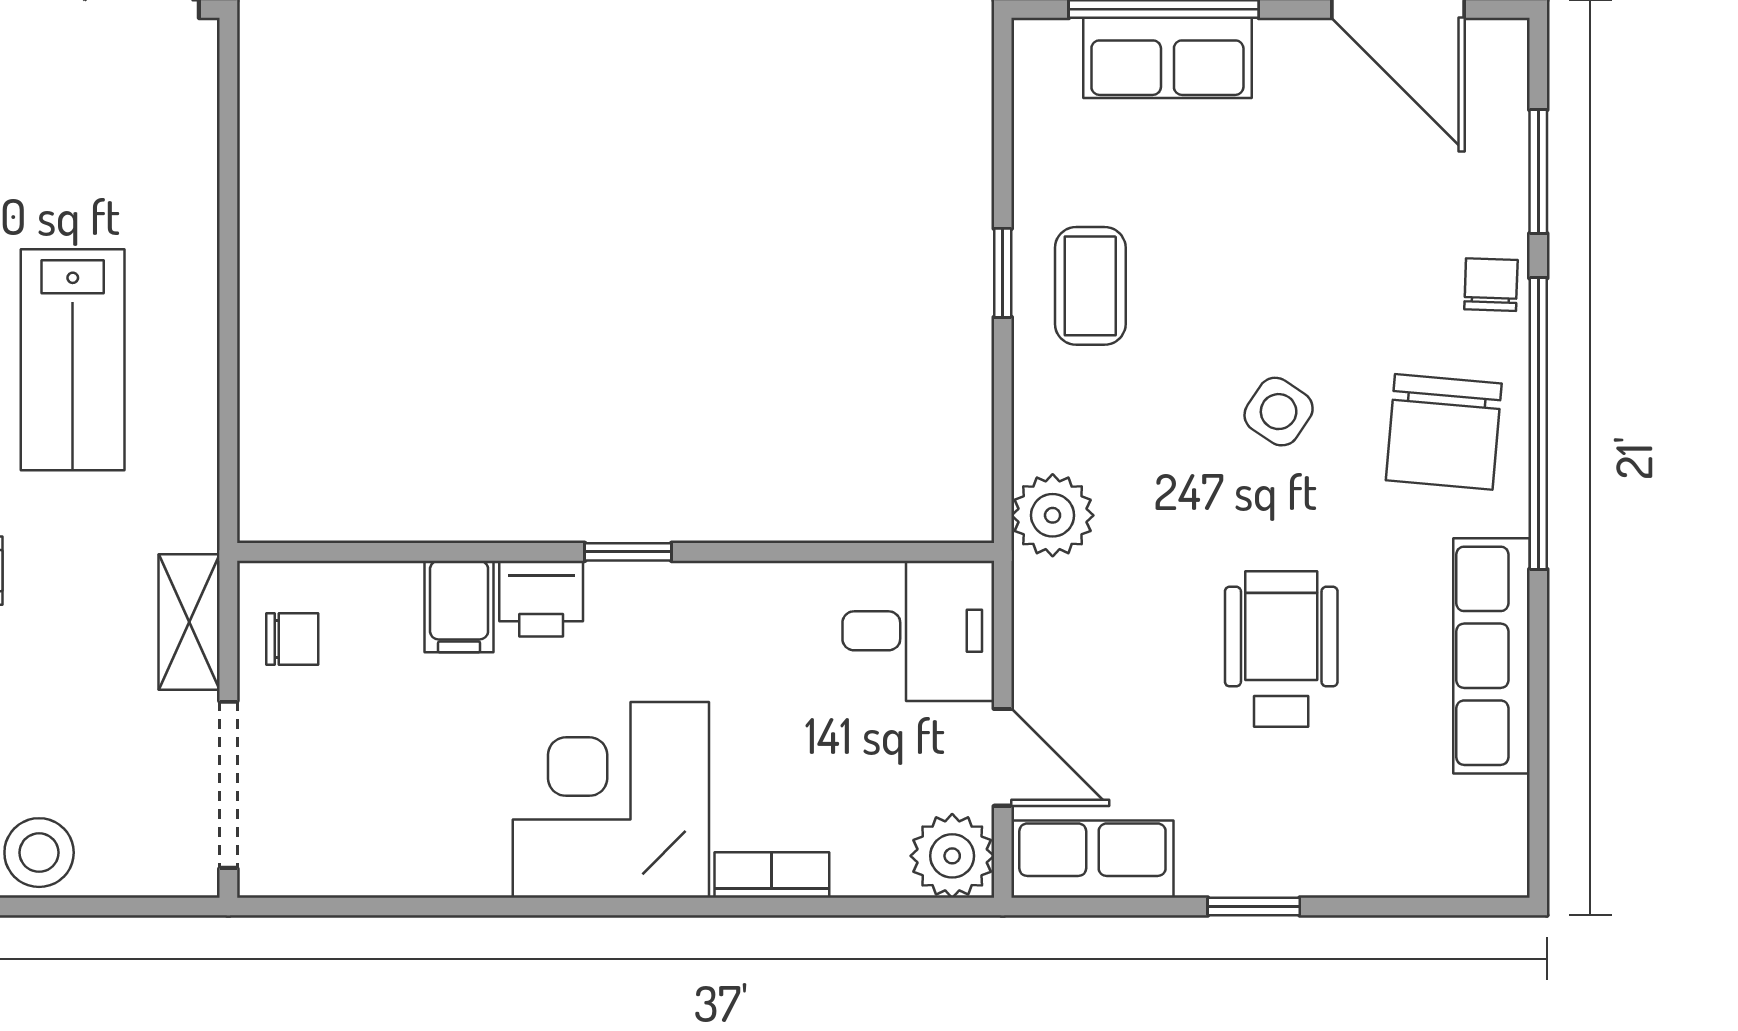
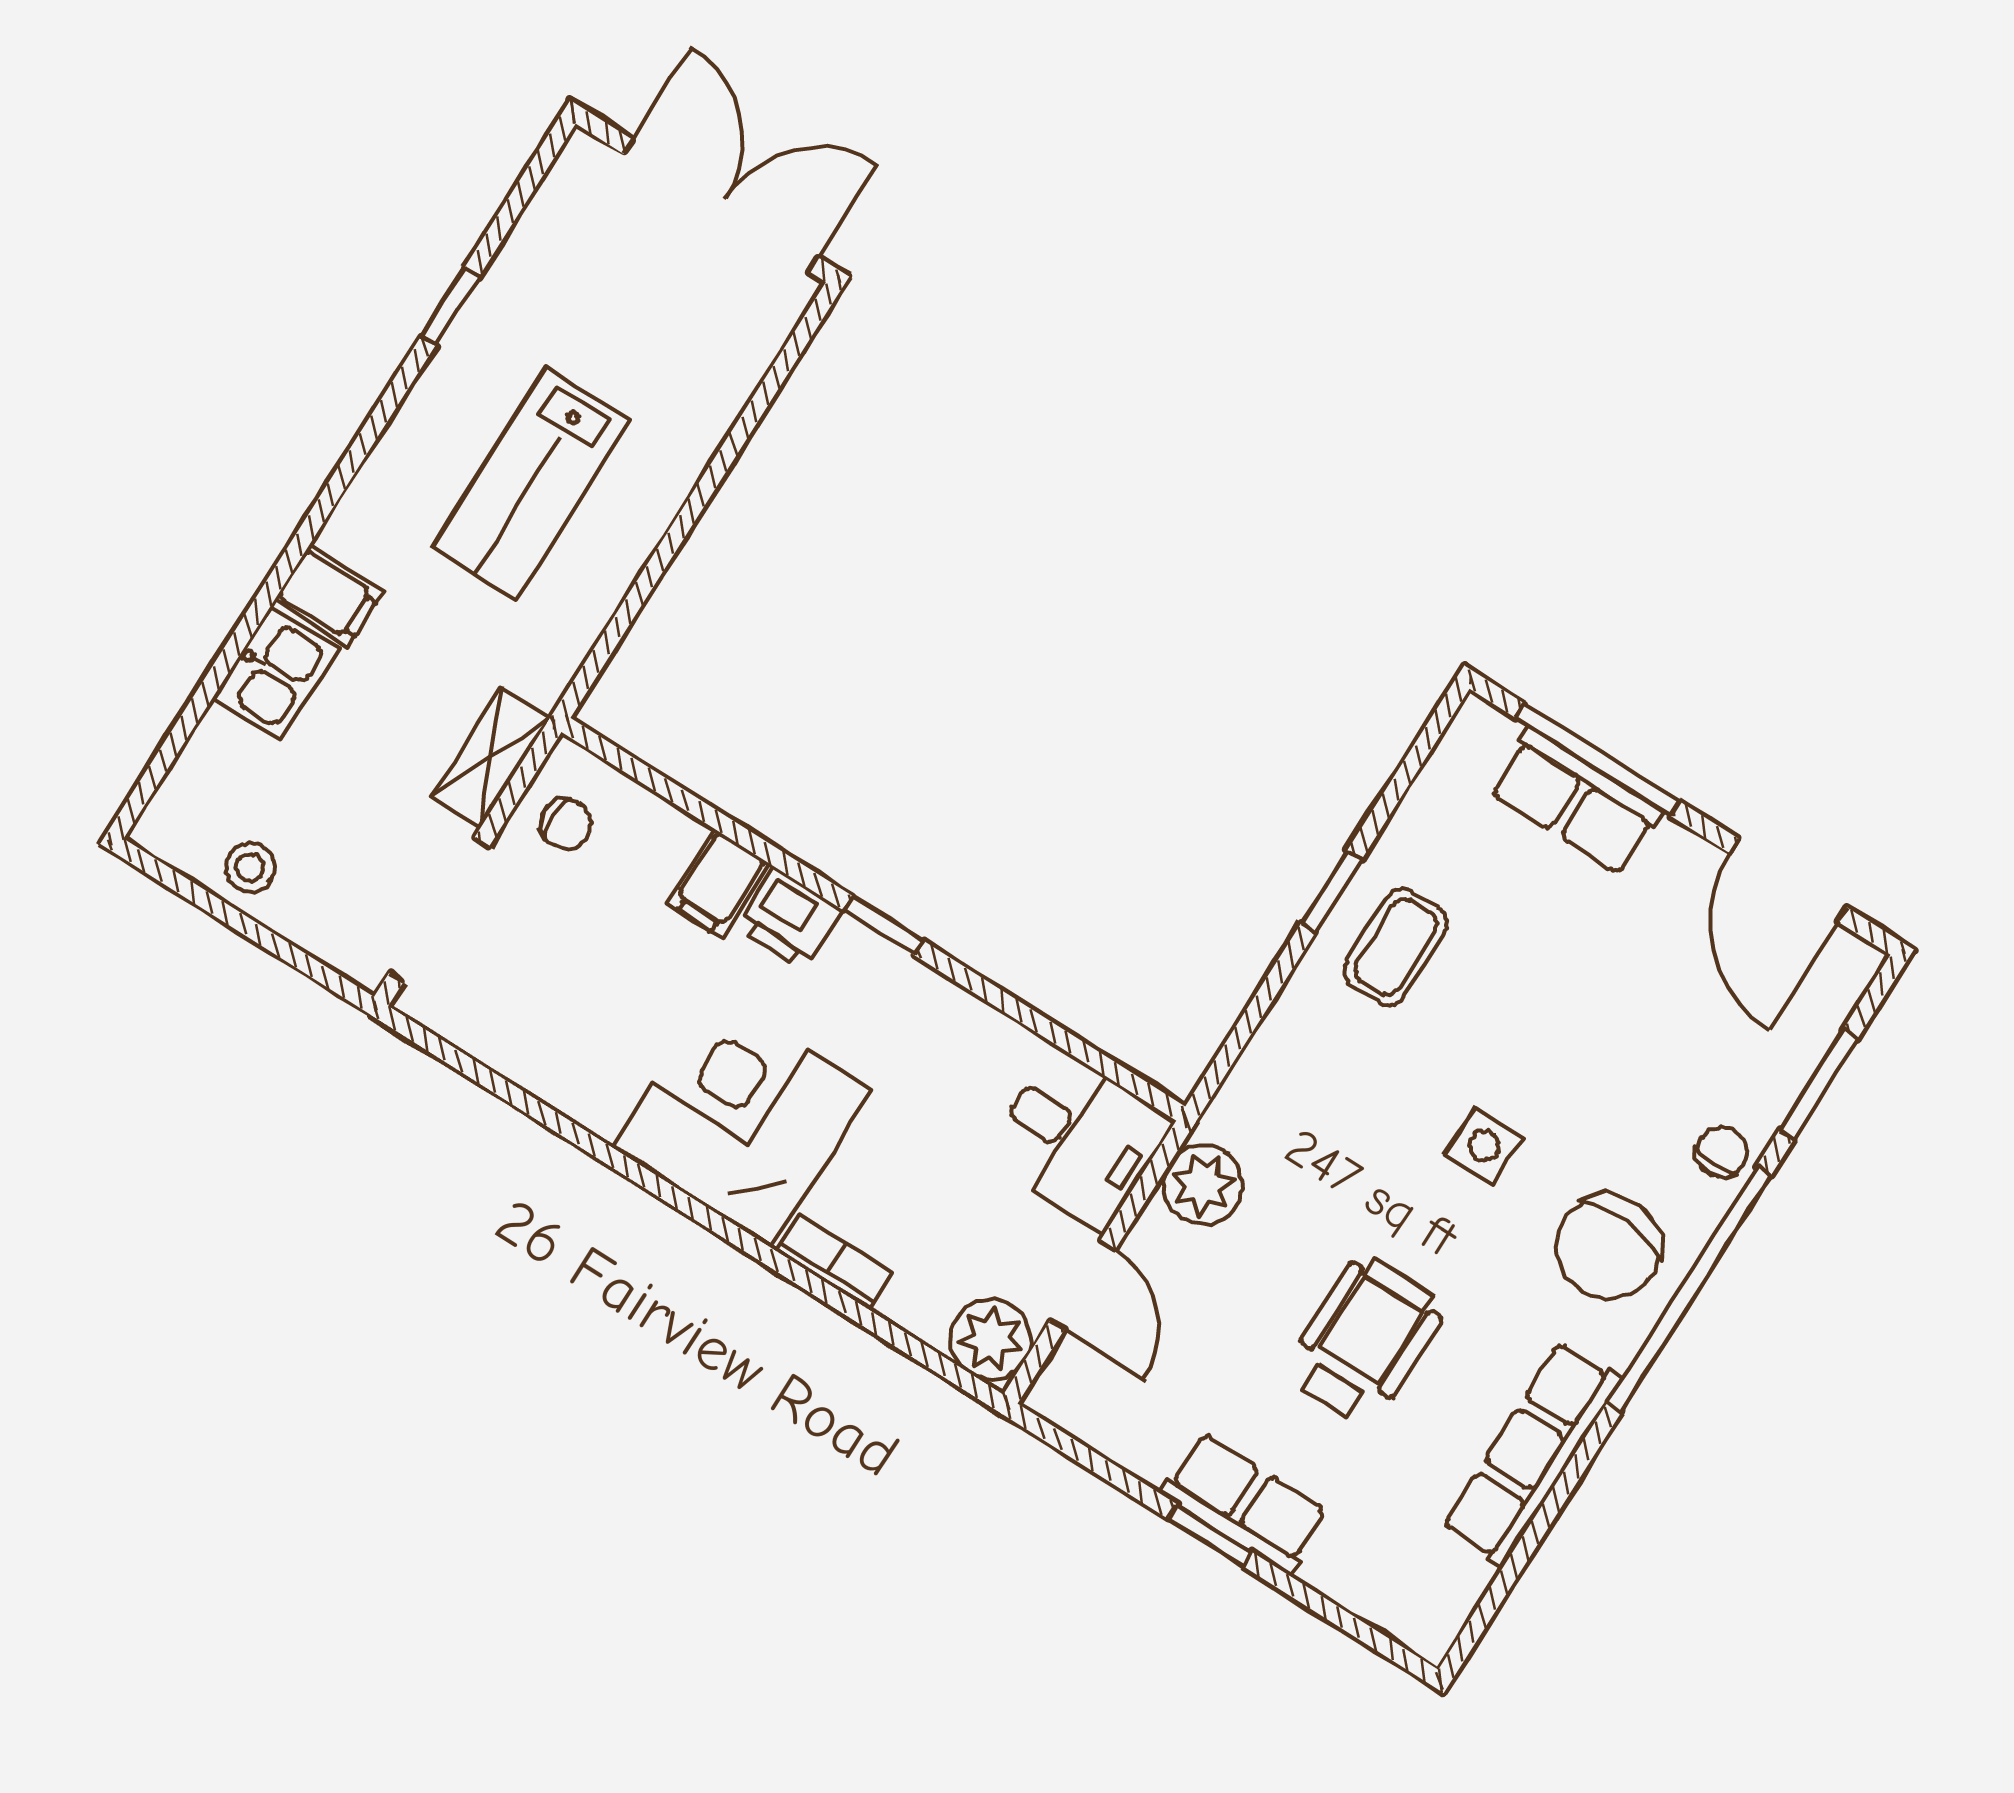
side table: (1279, 412) -> (1484, 1146), turned -34
plant: (1053, 515) -> (1203, 1184), moved
stool: (39, 853) -> (250, 867), width x0.73, depth x0.73
row of seats: (1092, 859) -> (1245, 1503), moved

